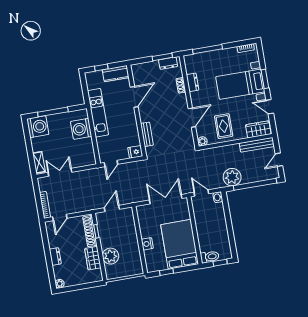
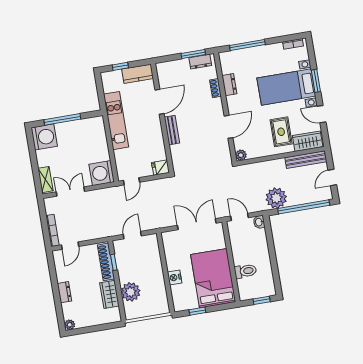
rug: (224, 126) -> (281, 132), moved
washing machine: (81, 129) -> (102, 173), moved
bench: (147, 134) -> (172, 130), moved
toilet: (210, 257) -> (245, 271), moved

